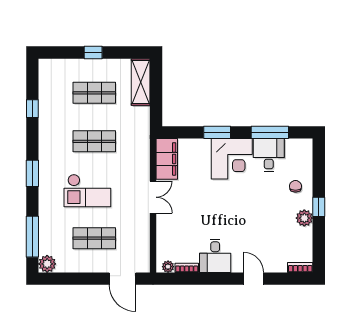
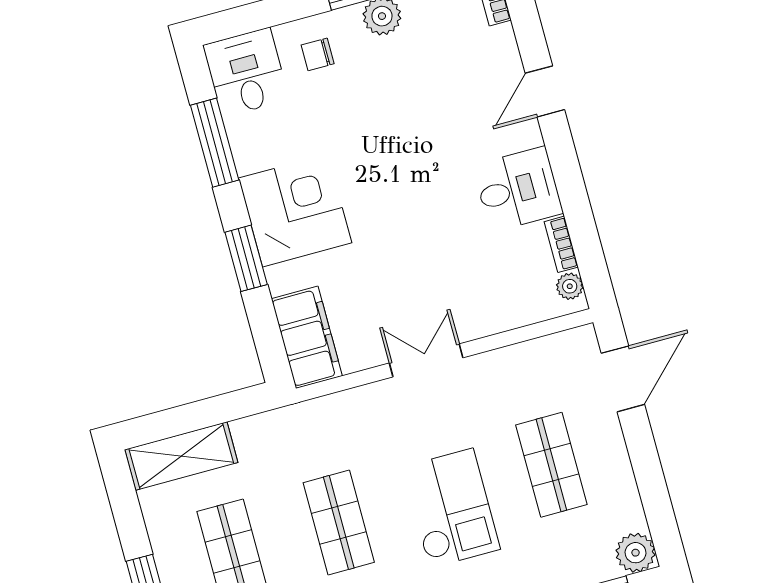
desk: (269, 155) -> (246, 72), moved, turned 90
filing cabinet: (167, 159) -> (307, 337), moved, turned 90

